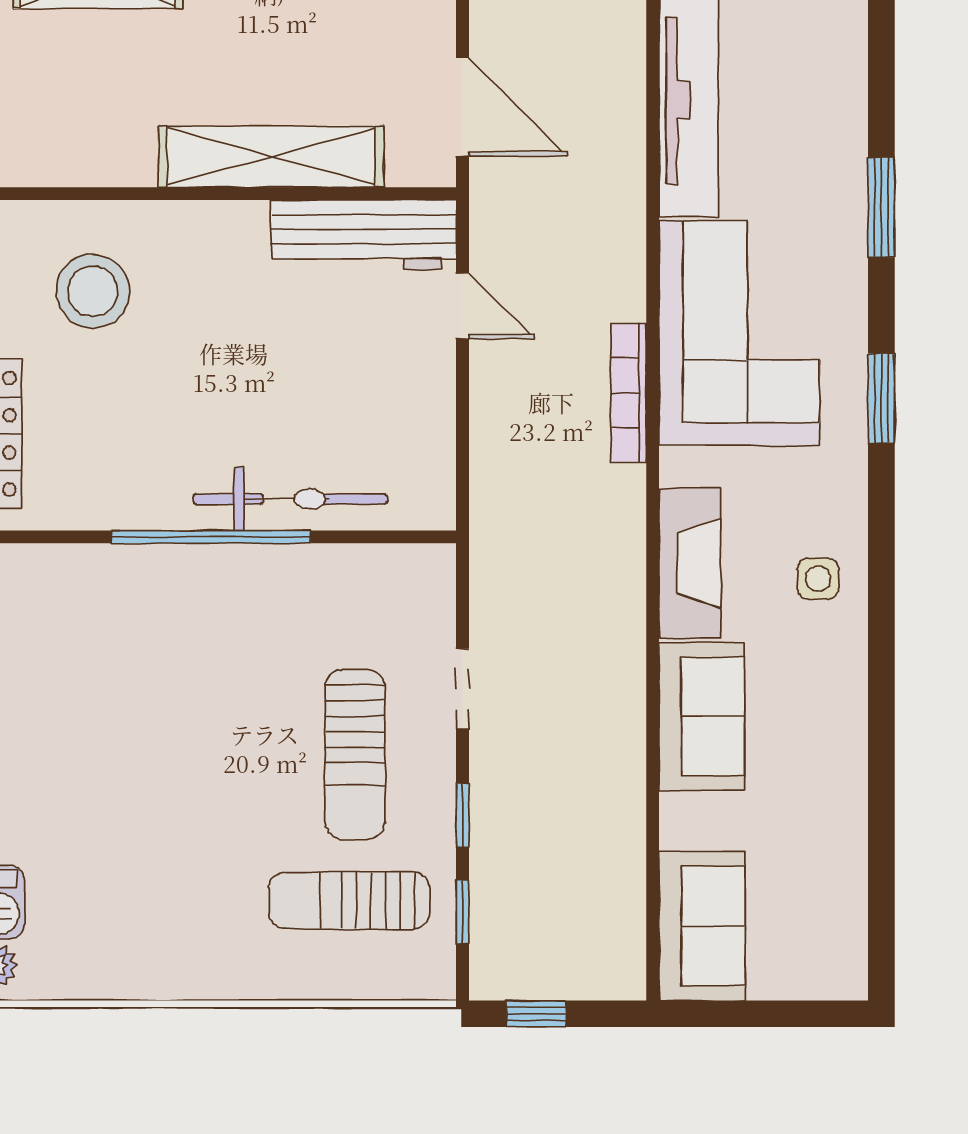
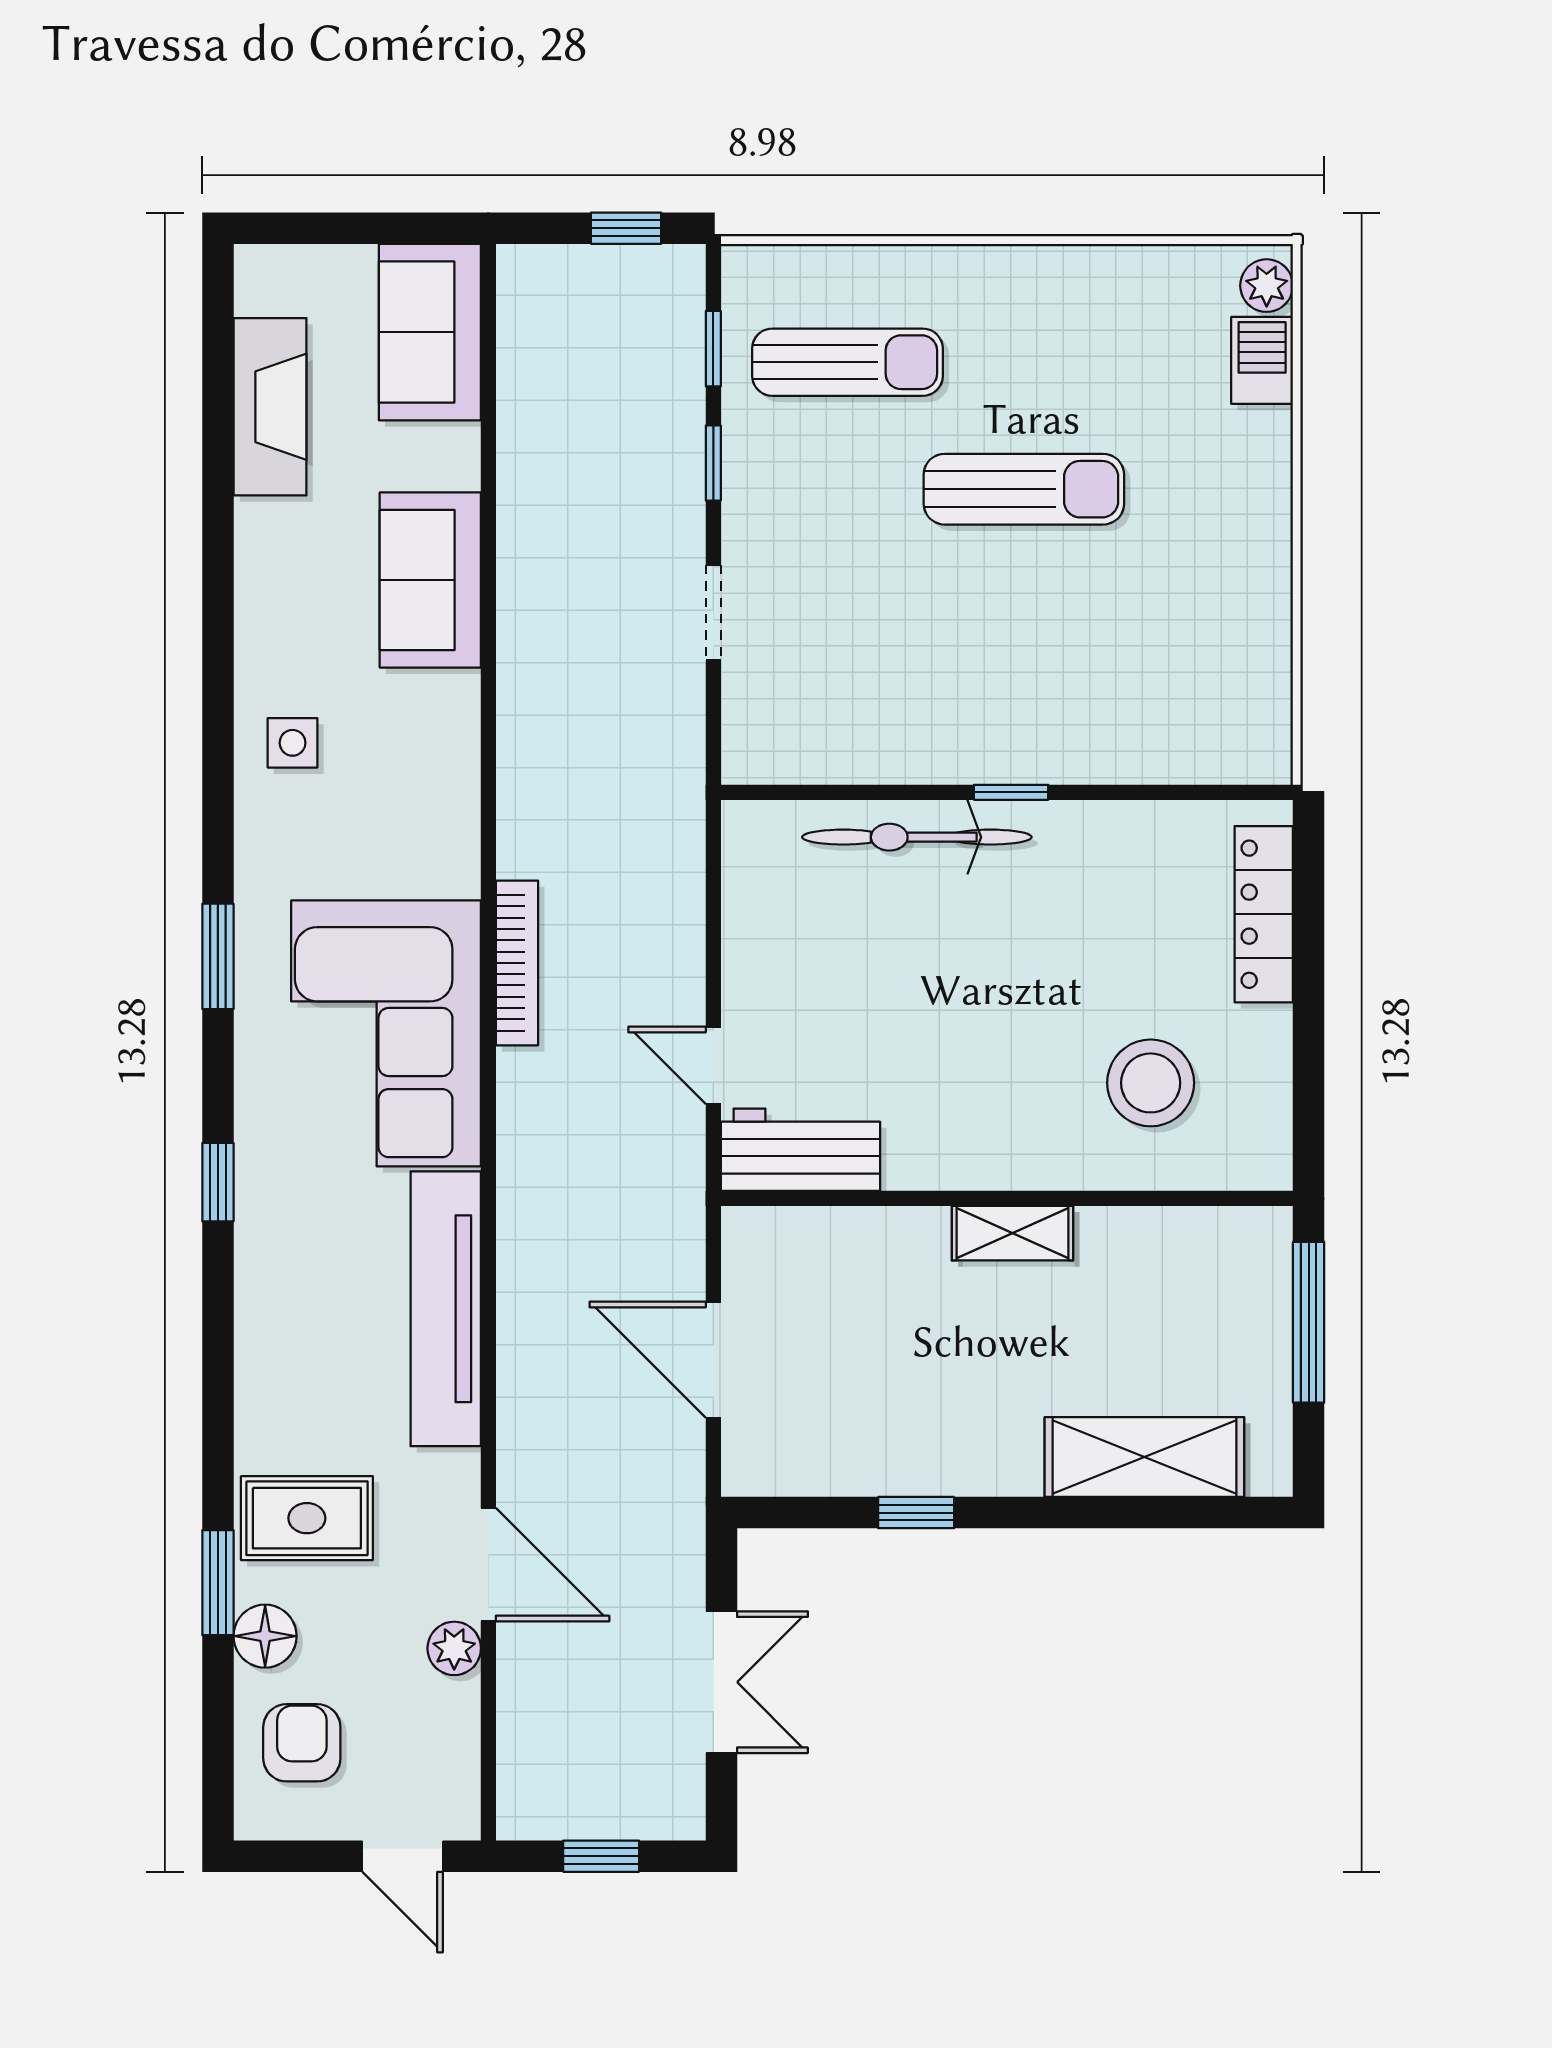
door: (463, 107) -> (713, 1360), moved
shelving: (271, 157) -> (1013, 1233), width x0.45, depth x0.75
window: (881, 207) -> (218, 1182), width x0.67
workbench: (364, 235) -> (800, 1150), width x0.73
window: (211, 537) -> (1011, 792), width x0.32
fireplace: (690, 563) -> (270, 407), moved, turned 180
sun lounger: (355, 754) -> (1024, 489), moved, turned 90

